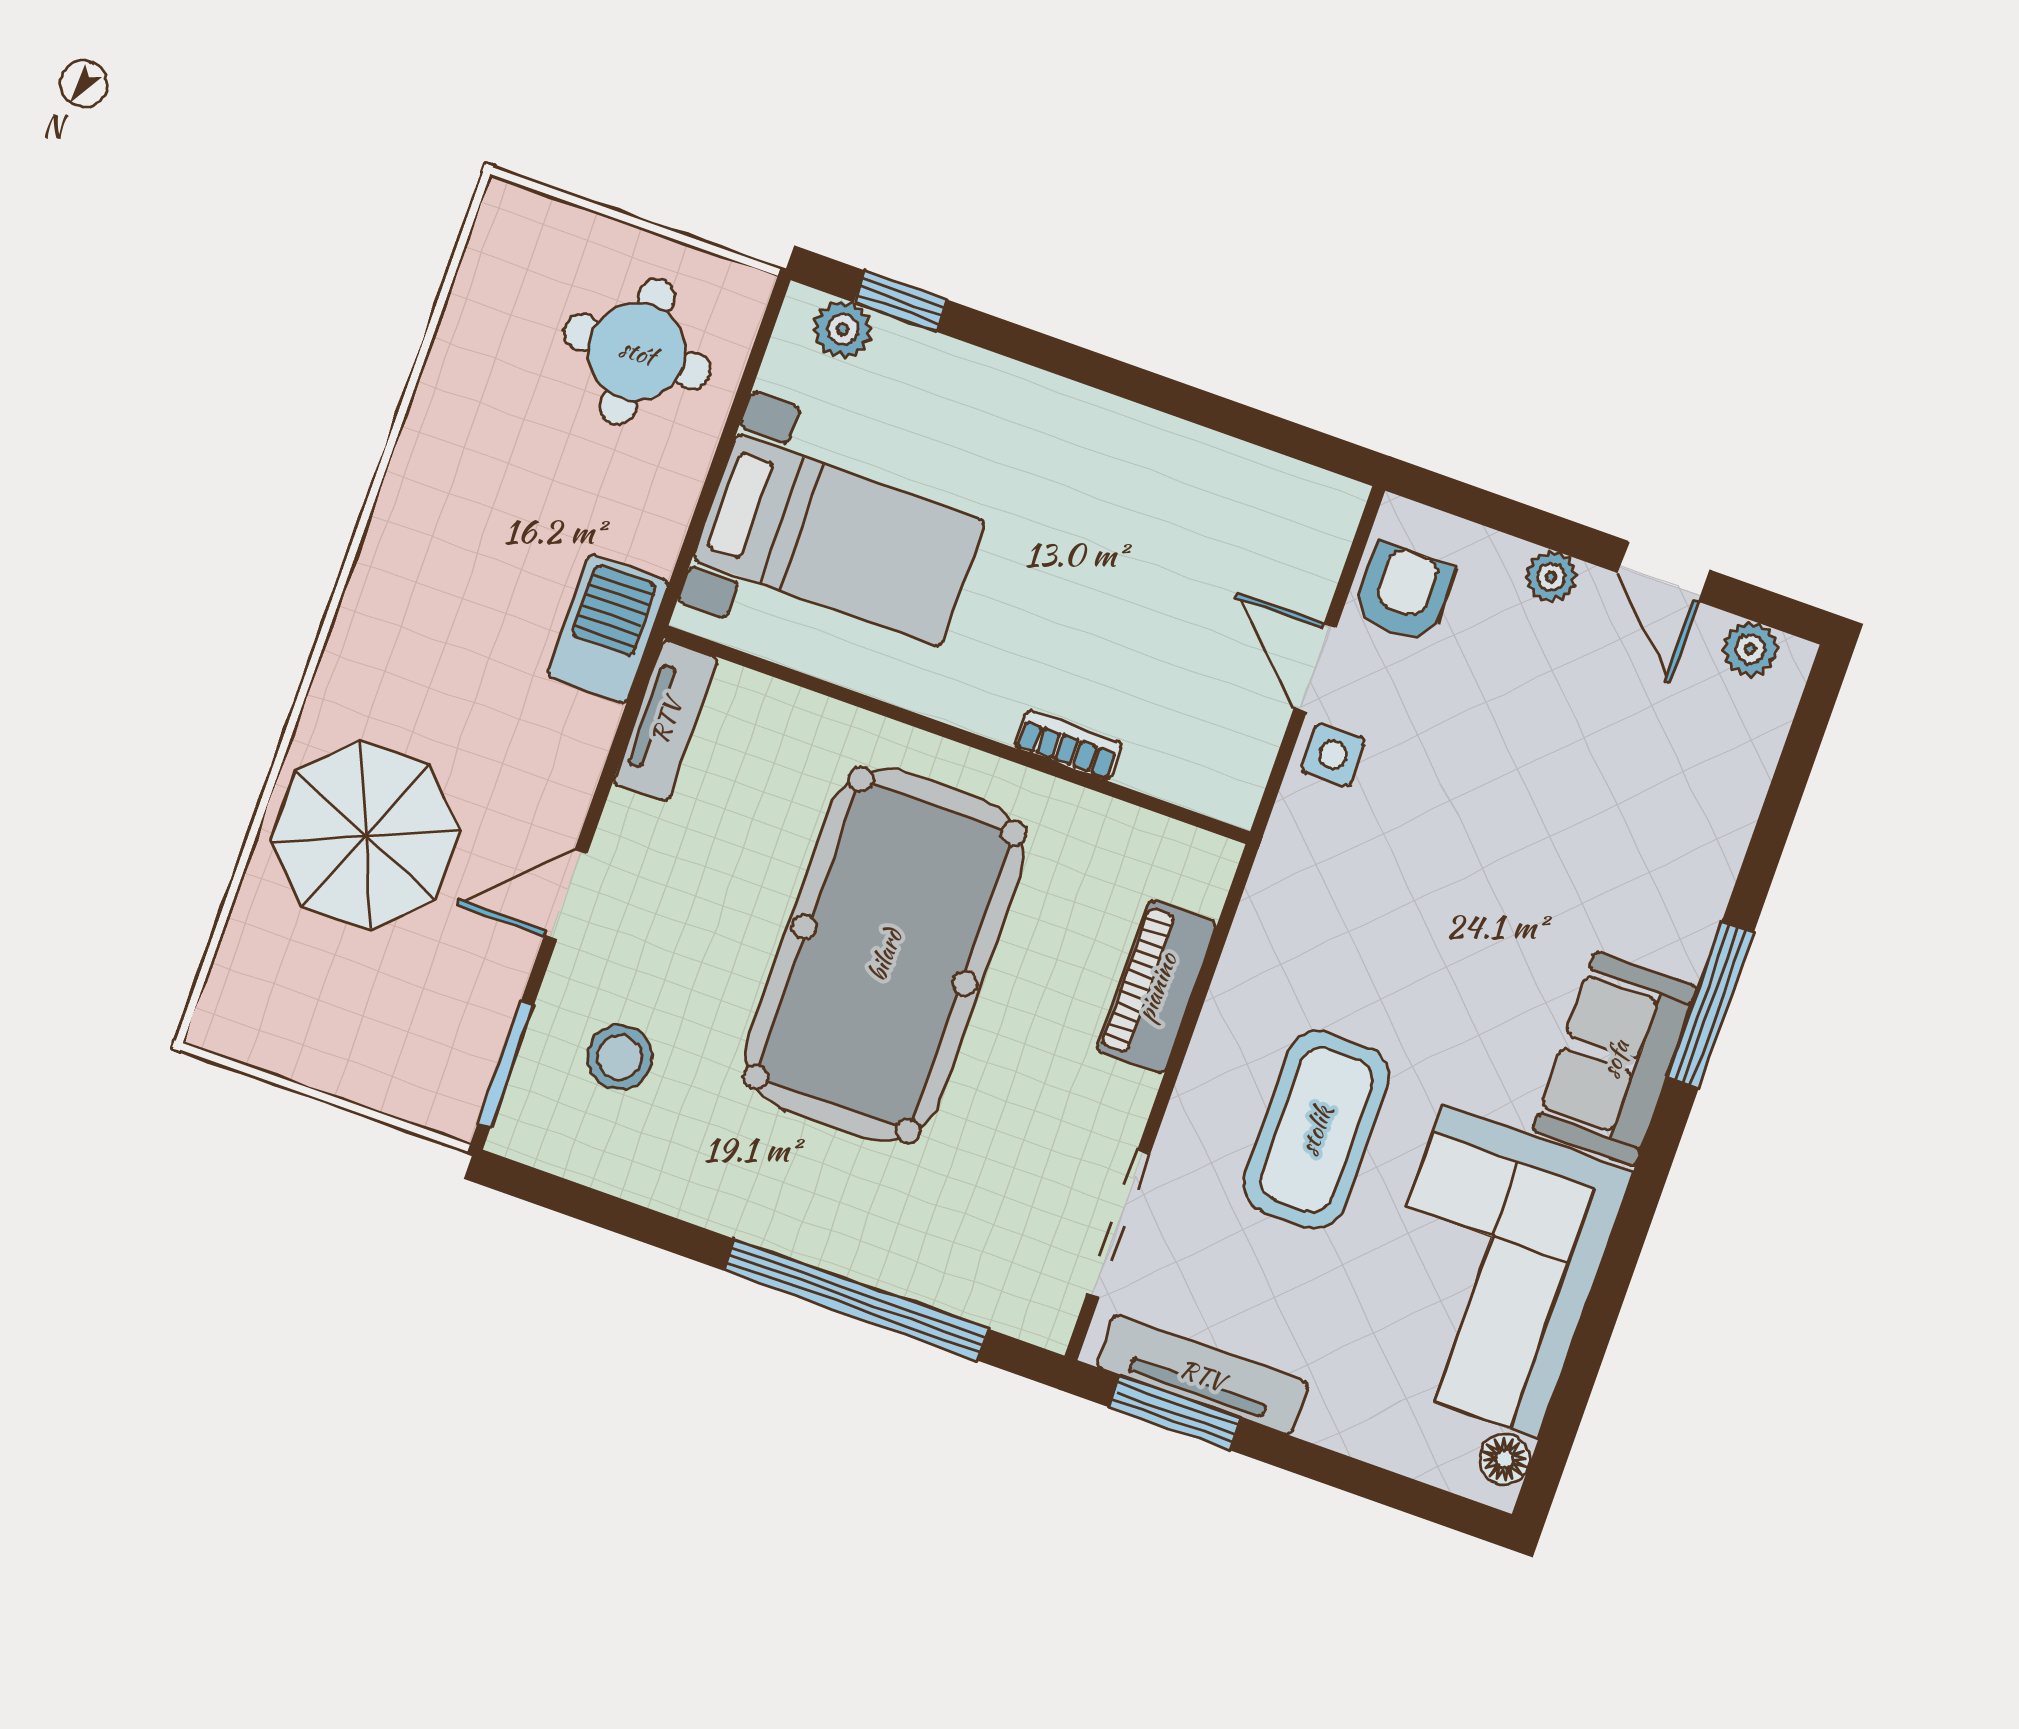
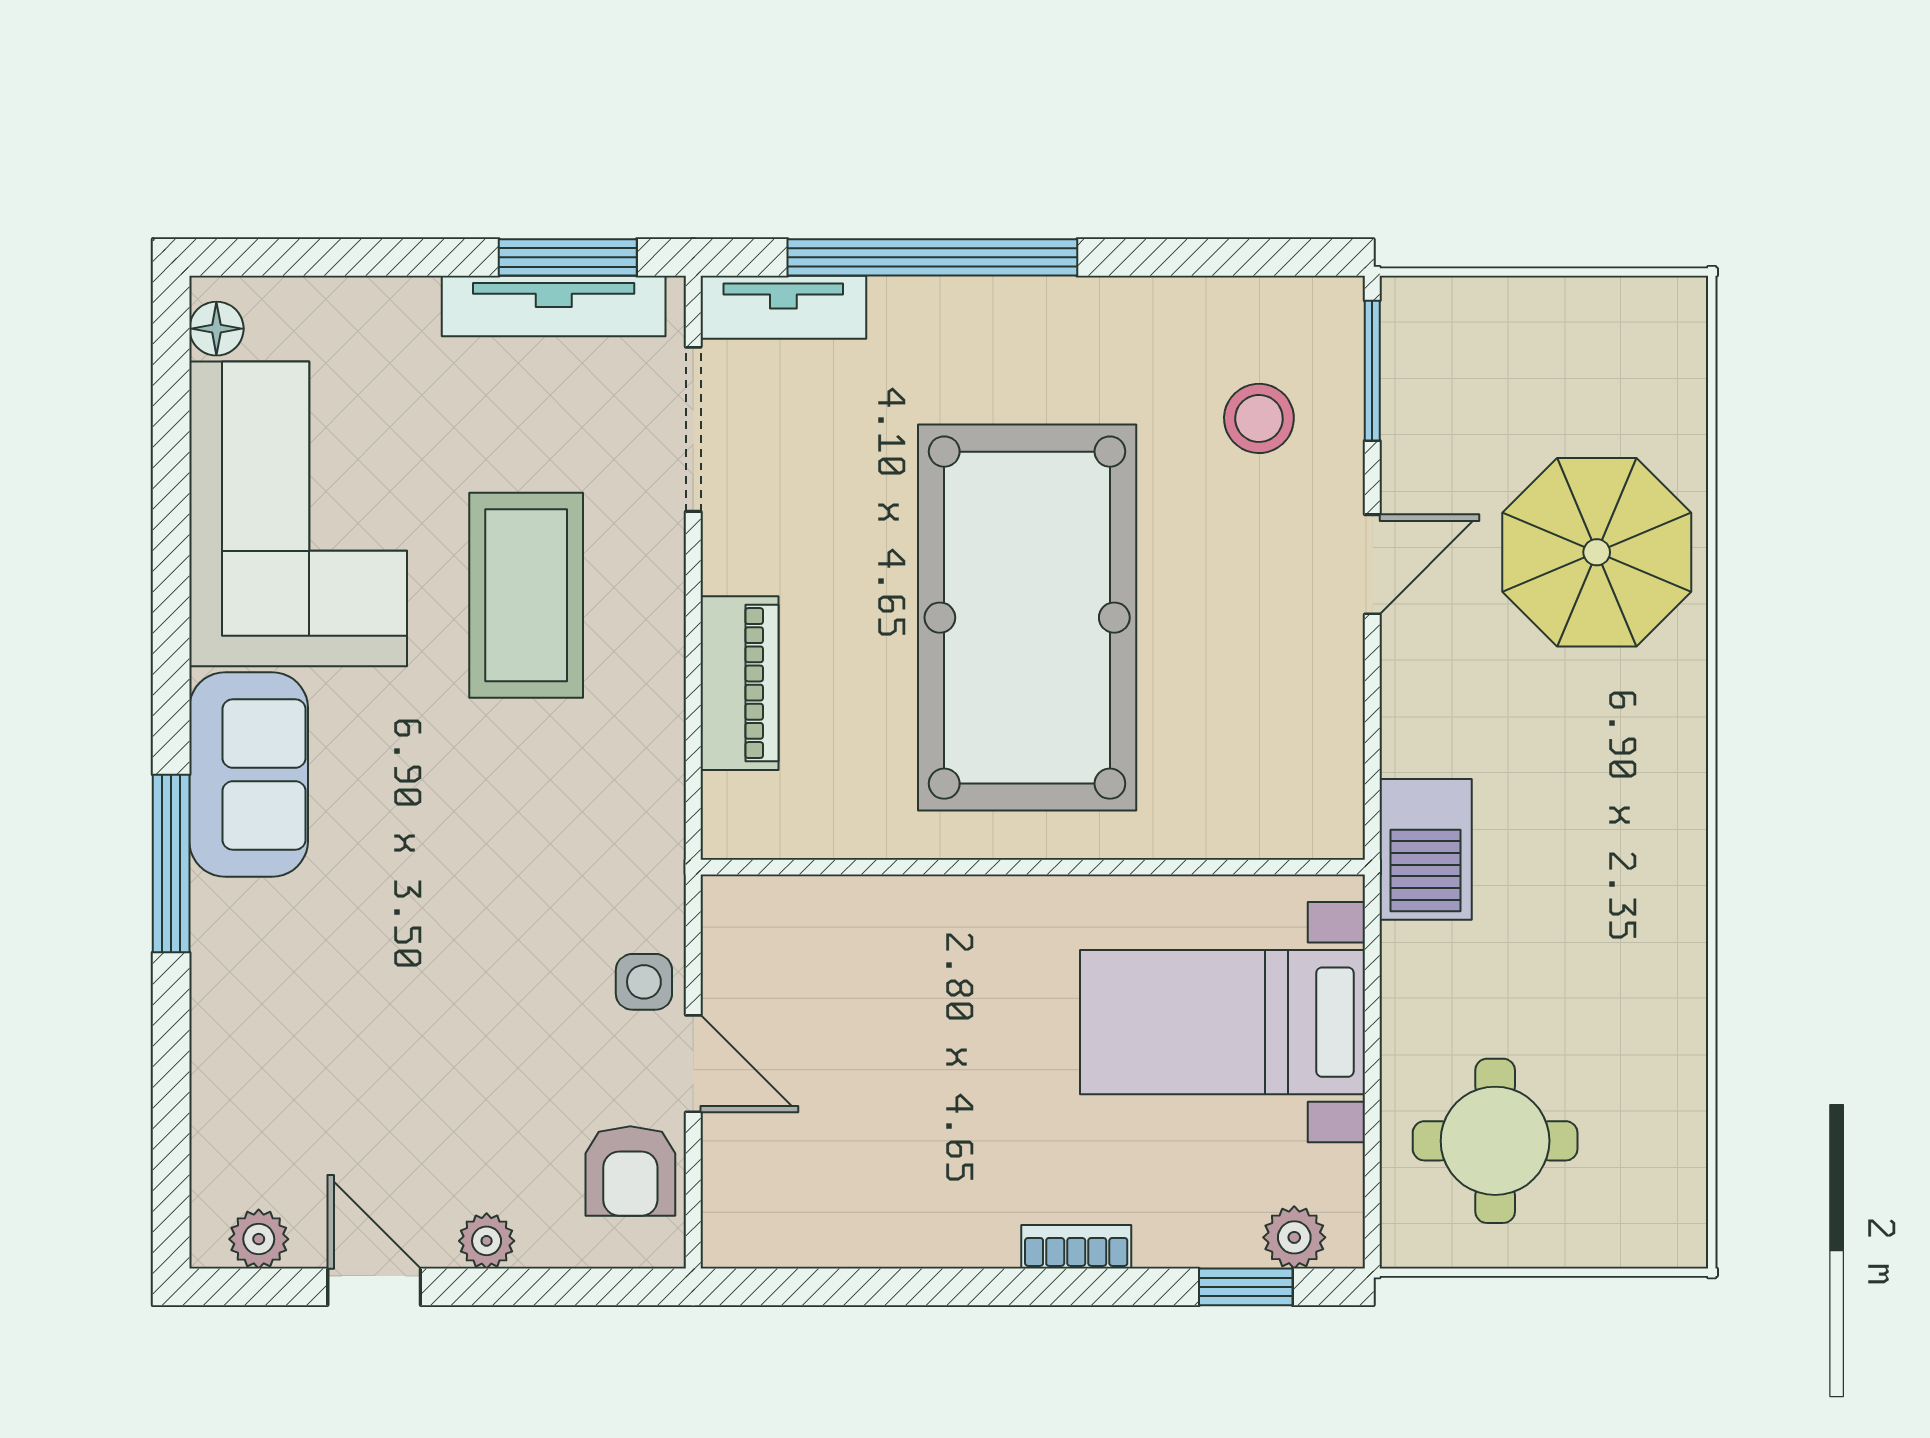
tv unit: (666, 721) -> (783, 307), moved, turned -90
bookcase: (1068, 745) -> (1076, 1247), moved, turned 180

